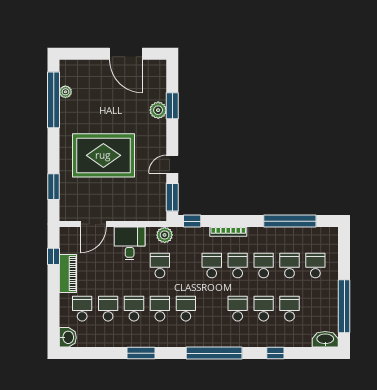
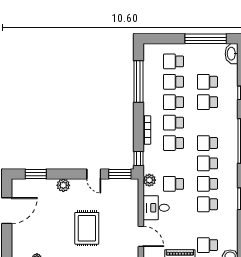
window: (172, 106) -> (36, 174), moved
plant: (158, 110) -> (63, 185), moved
rug: (103, 155) -> (87, 228), width x0.73, depth x0.69
school desk: (108, 309) -> (207, 225), removed
school desk: (238, 309) -> (207, 143), moved

